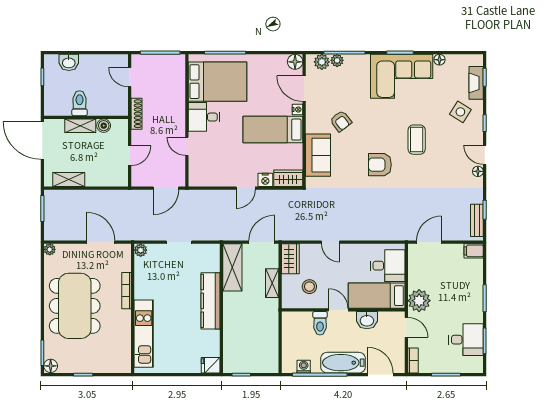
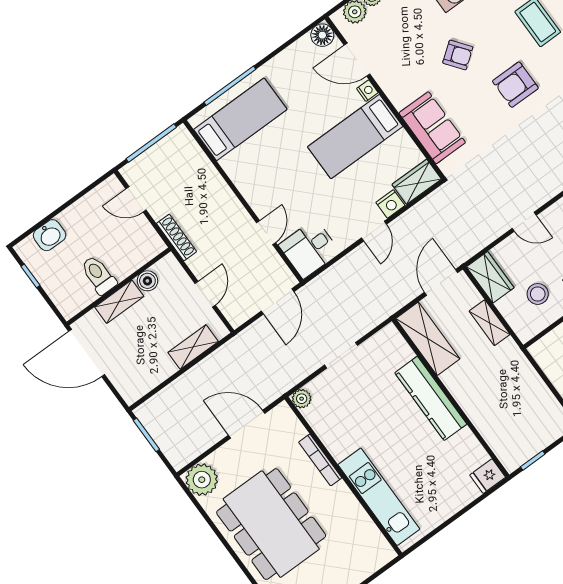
bed: (218, 82) -> (240, 119), width x0.67
desk: (204, 117) -> (309, 249), moved
armchair: (341, 121) -> (458, 55), moved
door: (187, 146) -> (266, 233), swing flipped
shelving: (69, 179) -> (193, 347), moved
plant: (50, 249) -> (202, 480), width x1.87, depth x1.87

